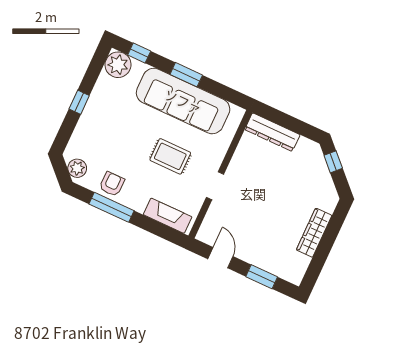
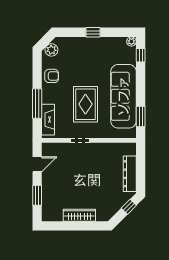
plant: (118, 65) -> (131, 41), width x0.53, depth x0.53
window: (186, 75) -> (141, 116), moved
dresser: (272, 132) -> (130, 174), moved
rug: (170, 156) -> (85, 104), width x1.36, depth x1.43
window: (112, 207) -> (37, 104), moved

